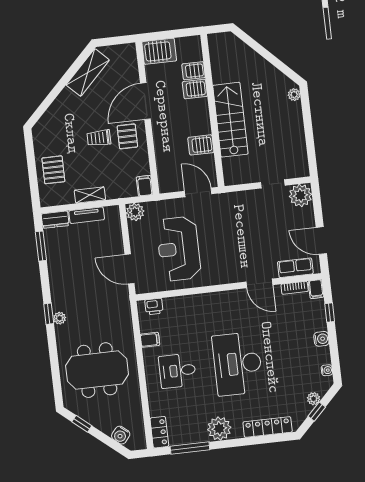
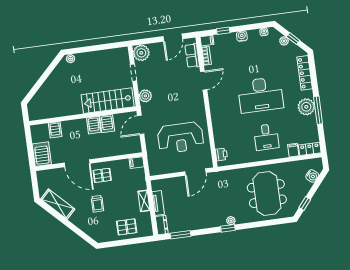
server rack: (195, 89) -> (94, 125), moved
stairs: (230, 120) -> (108, 101), moved
trolley: (99, 138) -> (97, 204), moved
plant: (135, 212) -> (145, 96), moved
filing cabinet: (150, 340) -> (293, 150), moved
window: (190, 448) -> (318, 110), moved

